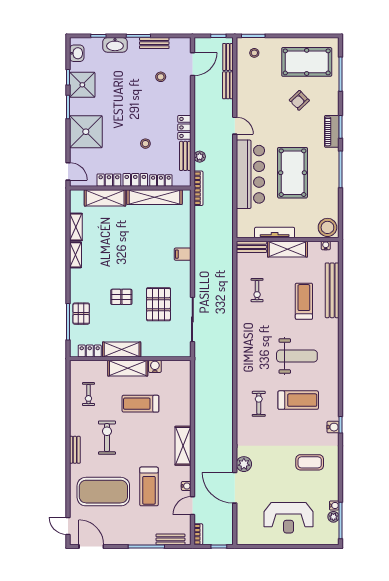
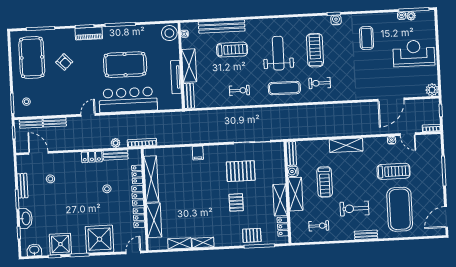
exercise bike: (257, 290) -> (239, 90), moved
treadmill: (304, 301) -> (232, 50), turned 180
exercise mat: (255, 361) -> (284, 88), added
shelving: (183, 446) -> (346, 145), moved
plant: (244, 464) -> (432, 90), moved
reception desk: (289, 518) -> (414, 53), turned -90
door: (68, 526) -> (430, 237), removed
bench: (170, 539) -> (291, 153), moved

